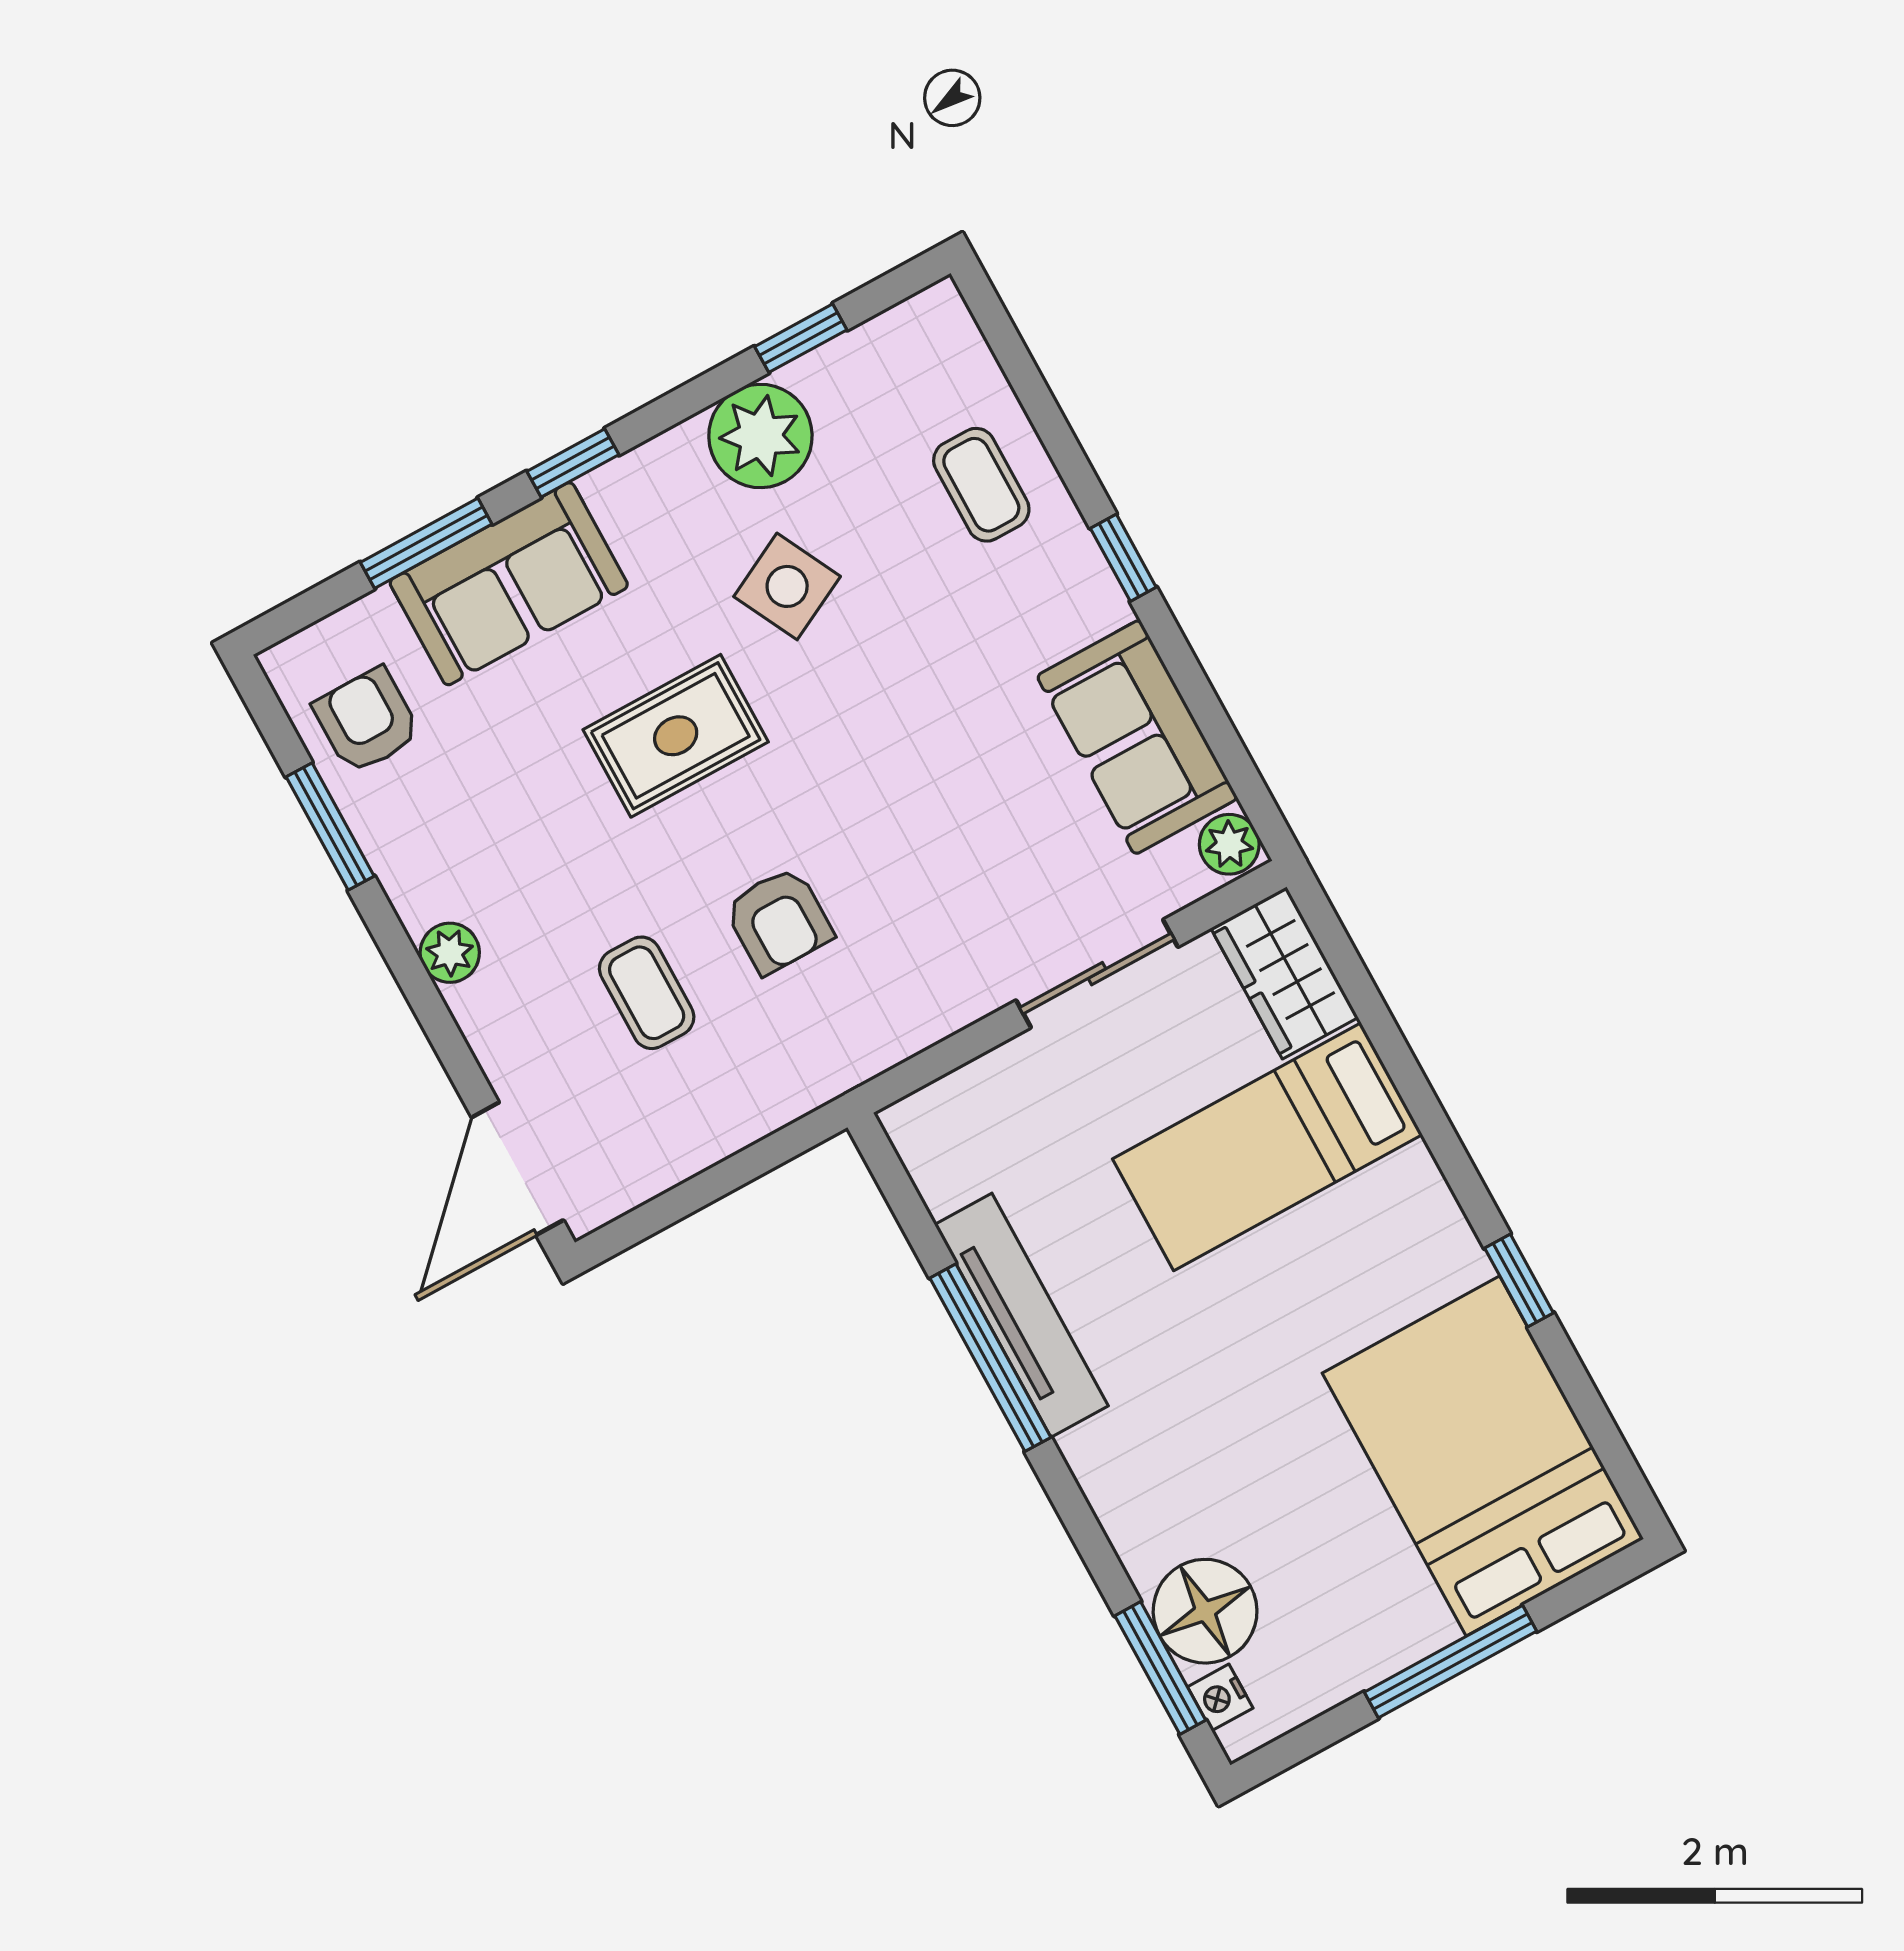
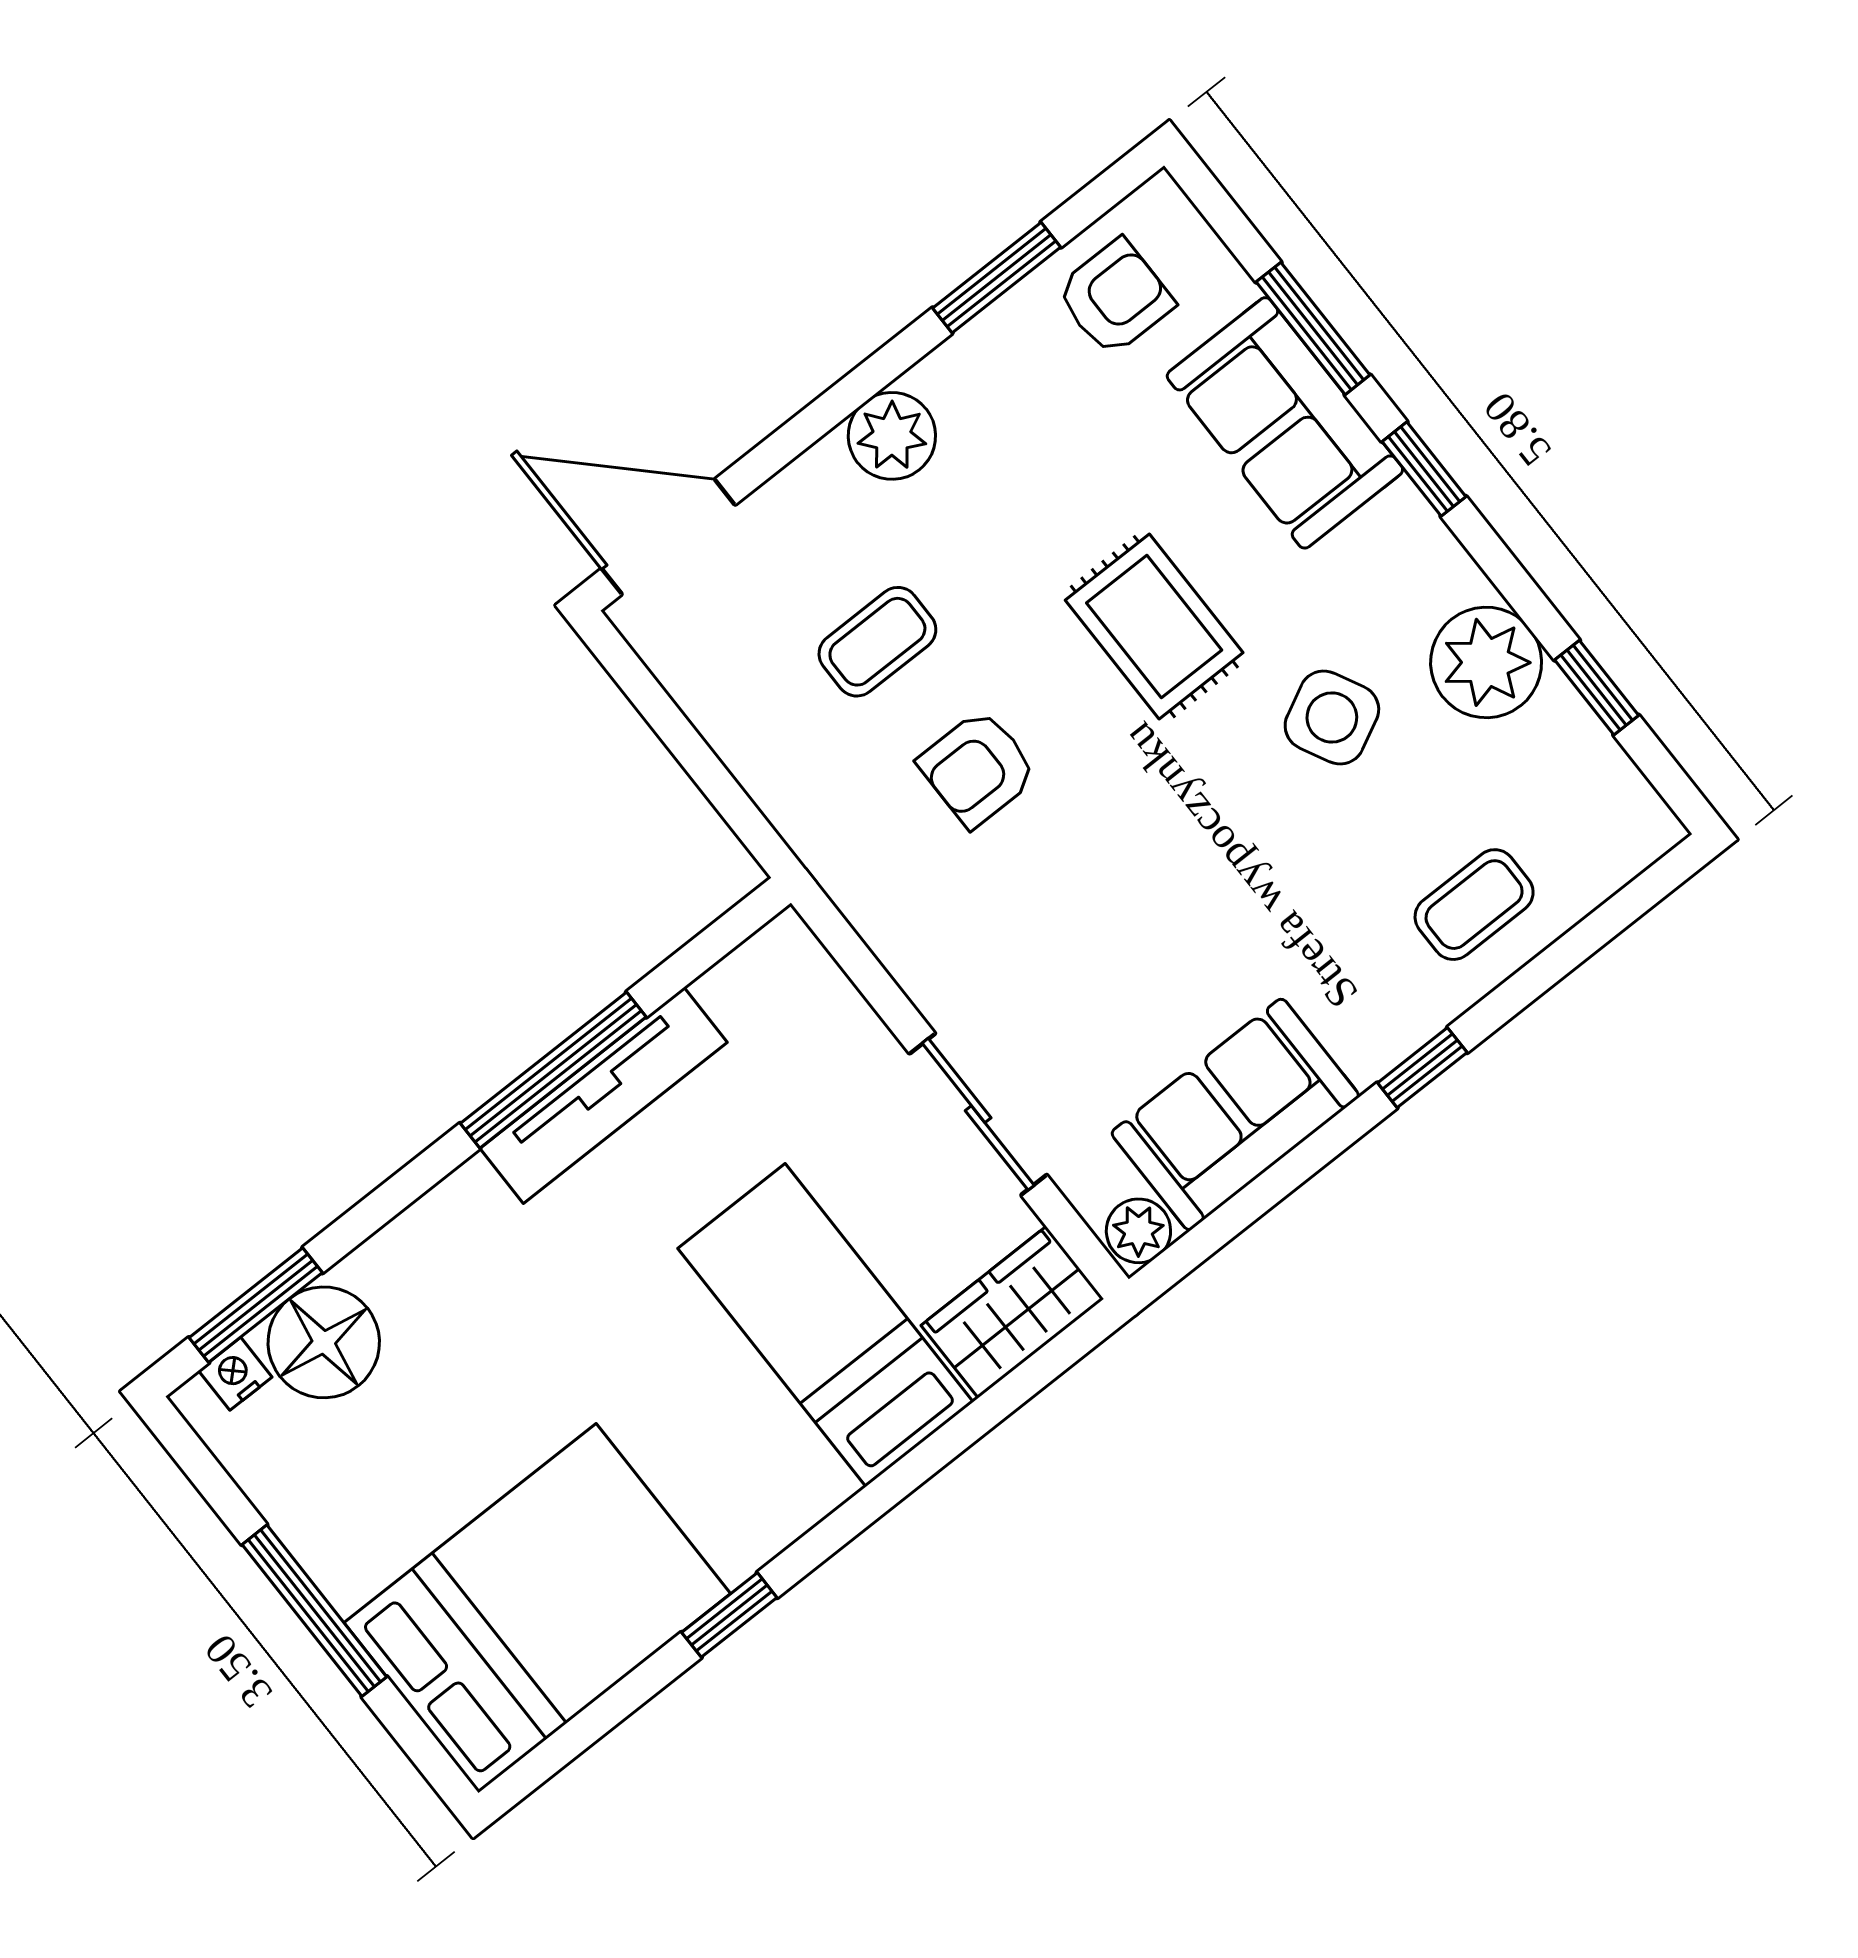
plant: (450, 953) -> (892, 436), width x1.38, depth x1.38

